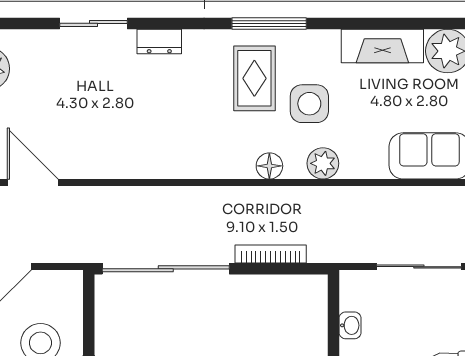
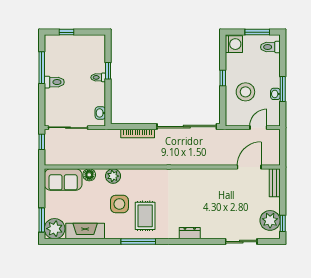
sliding door: (94, 23) -> (241, 242), moved
floor lamp: (269, 166) -> (89, 175), moved
door: (33, 183) -> (249, 167), swing flipped
washbasin: (350, 325) -> (100, 113), moved

